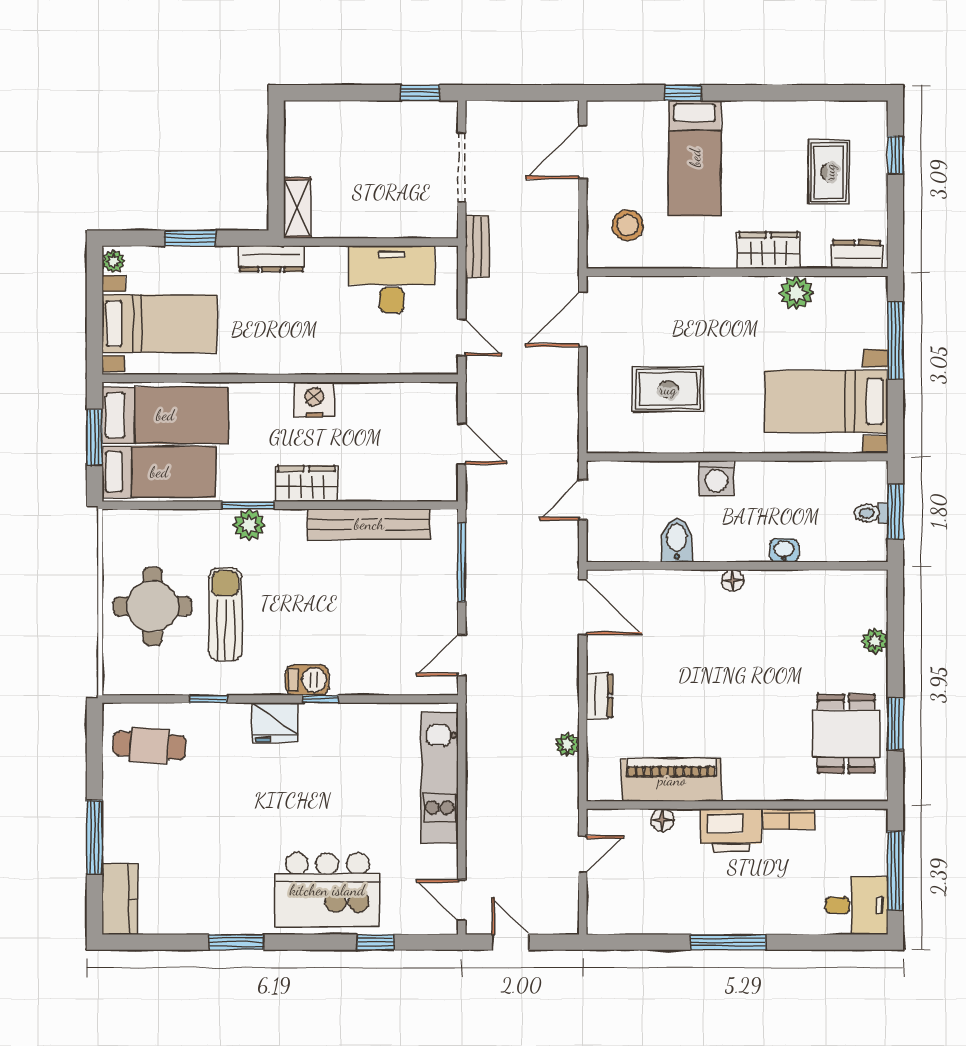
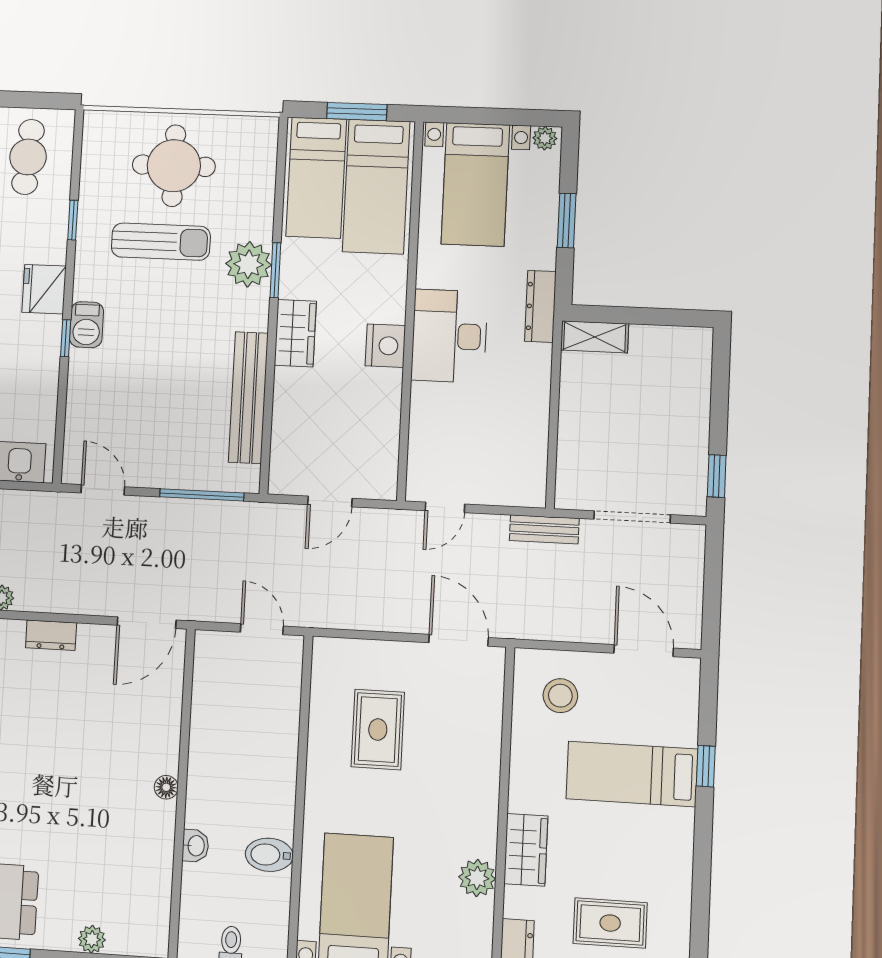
desk: (392, 279) -> (449, 336), moved, turned 180
washing machine: (716, 478) -> (278, 776), removed
plant: (249, 525) -> (249, 264), width x1.36, depth x1.36
bidet: (677, 540) -> (269, 855), moved, turned 180

